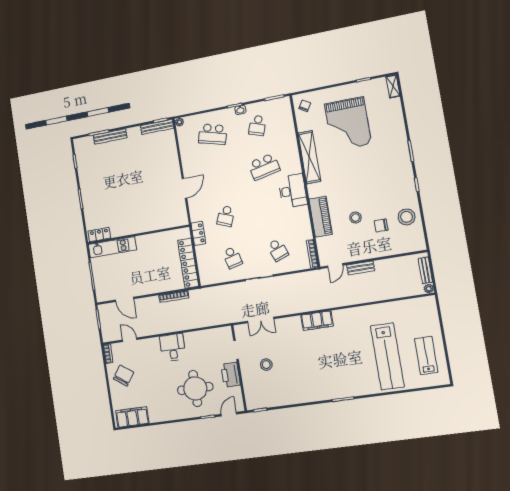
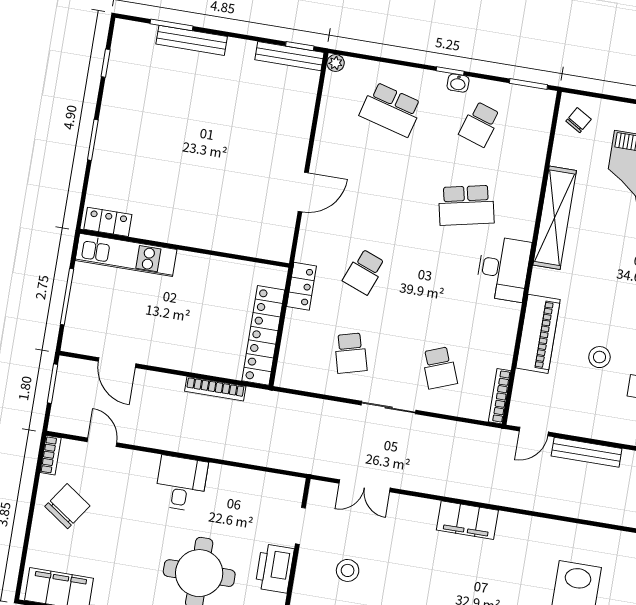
bench: (361, 268) -> (587, 452), width x1.36

